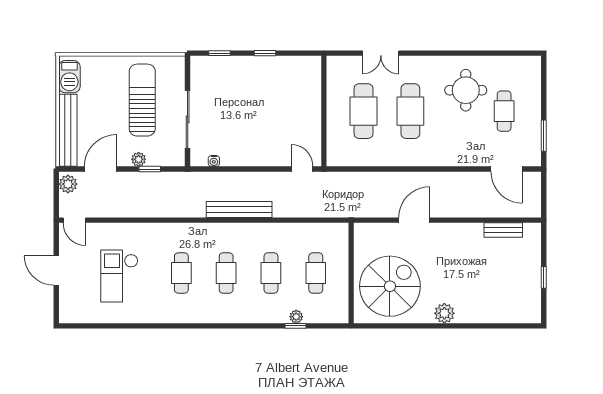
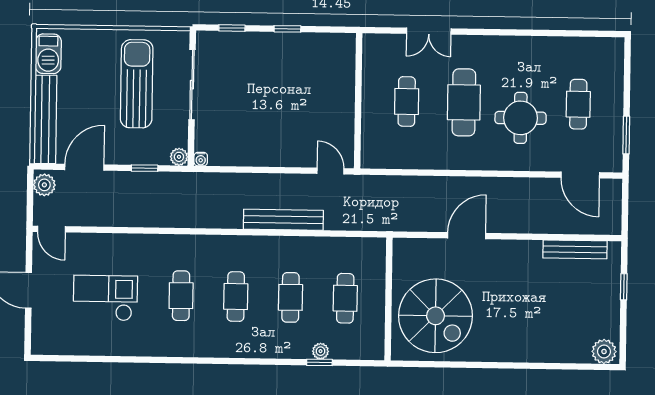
round table: (466, 90) -> (521, 118), moved
cafe table: (364, 111) -> (407, 101), width x0.73, depth x0.74
sliding door: (188, 119) -> (192, 85), moved
plant: (139, 159) -> (179, 157), moved
water cooler: (214, 161) -> (201, 159), moved
bench: (239, 209) -> (283, 220), moved
bench: (503, 230) -> (575, 249), width x1.36
checkout: (119, 276) -> (105, 298), turned 90
window: (544, 277) -> (624, 287), moved
spiral stairs: (390, 286) -> (435, 316), turned 90
plant: (444, 313) -> (604, 351), moved

